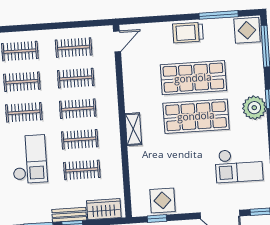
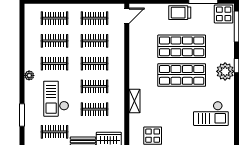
shelving: (133, 129) -> (135, 101), moved
checkout: (29, 159) -> (56, 99), turned 180
clothes rail: (30, 204) -> (54, 132), added

